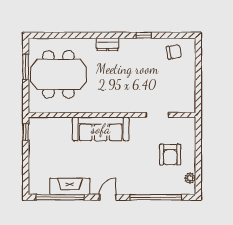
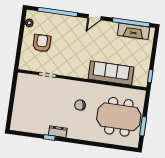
dresser: (107, 44) -> (58, 132), moved
chair: (174, 52) -> (80, 105), moved
sofa: (101, 129) -> (111, 73), moved
fireplace: (70, 186) -> (134, 31), moved

